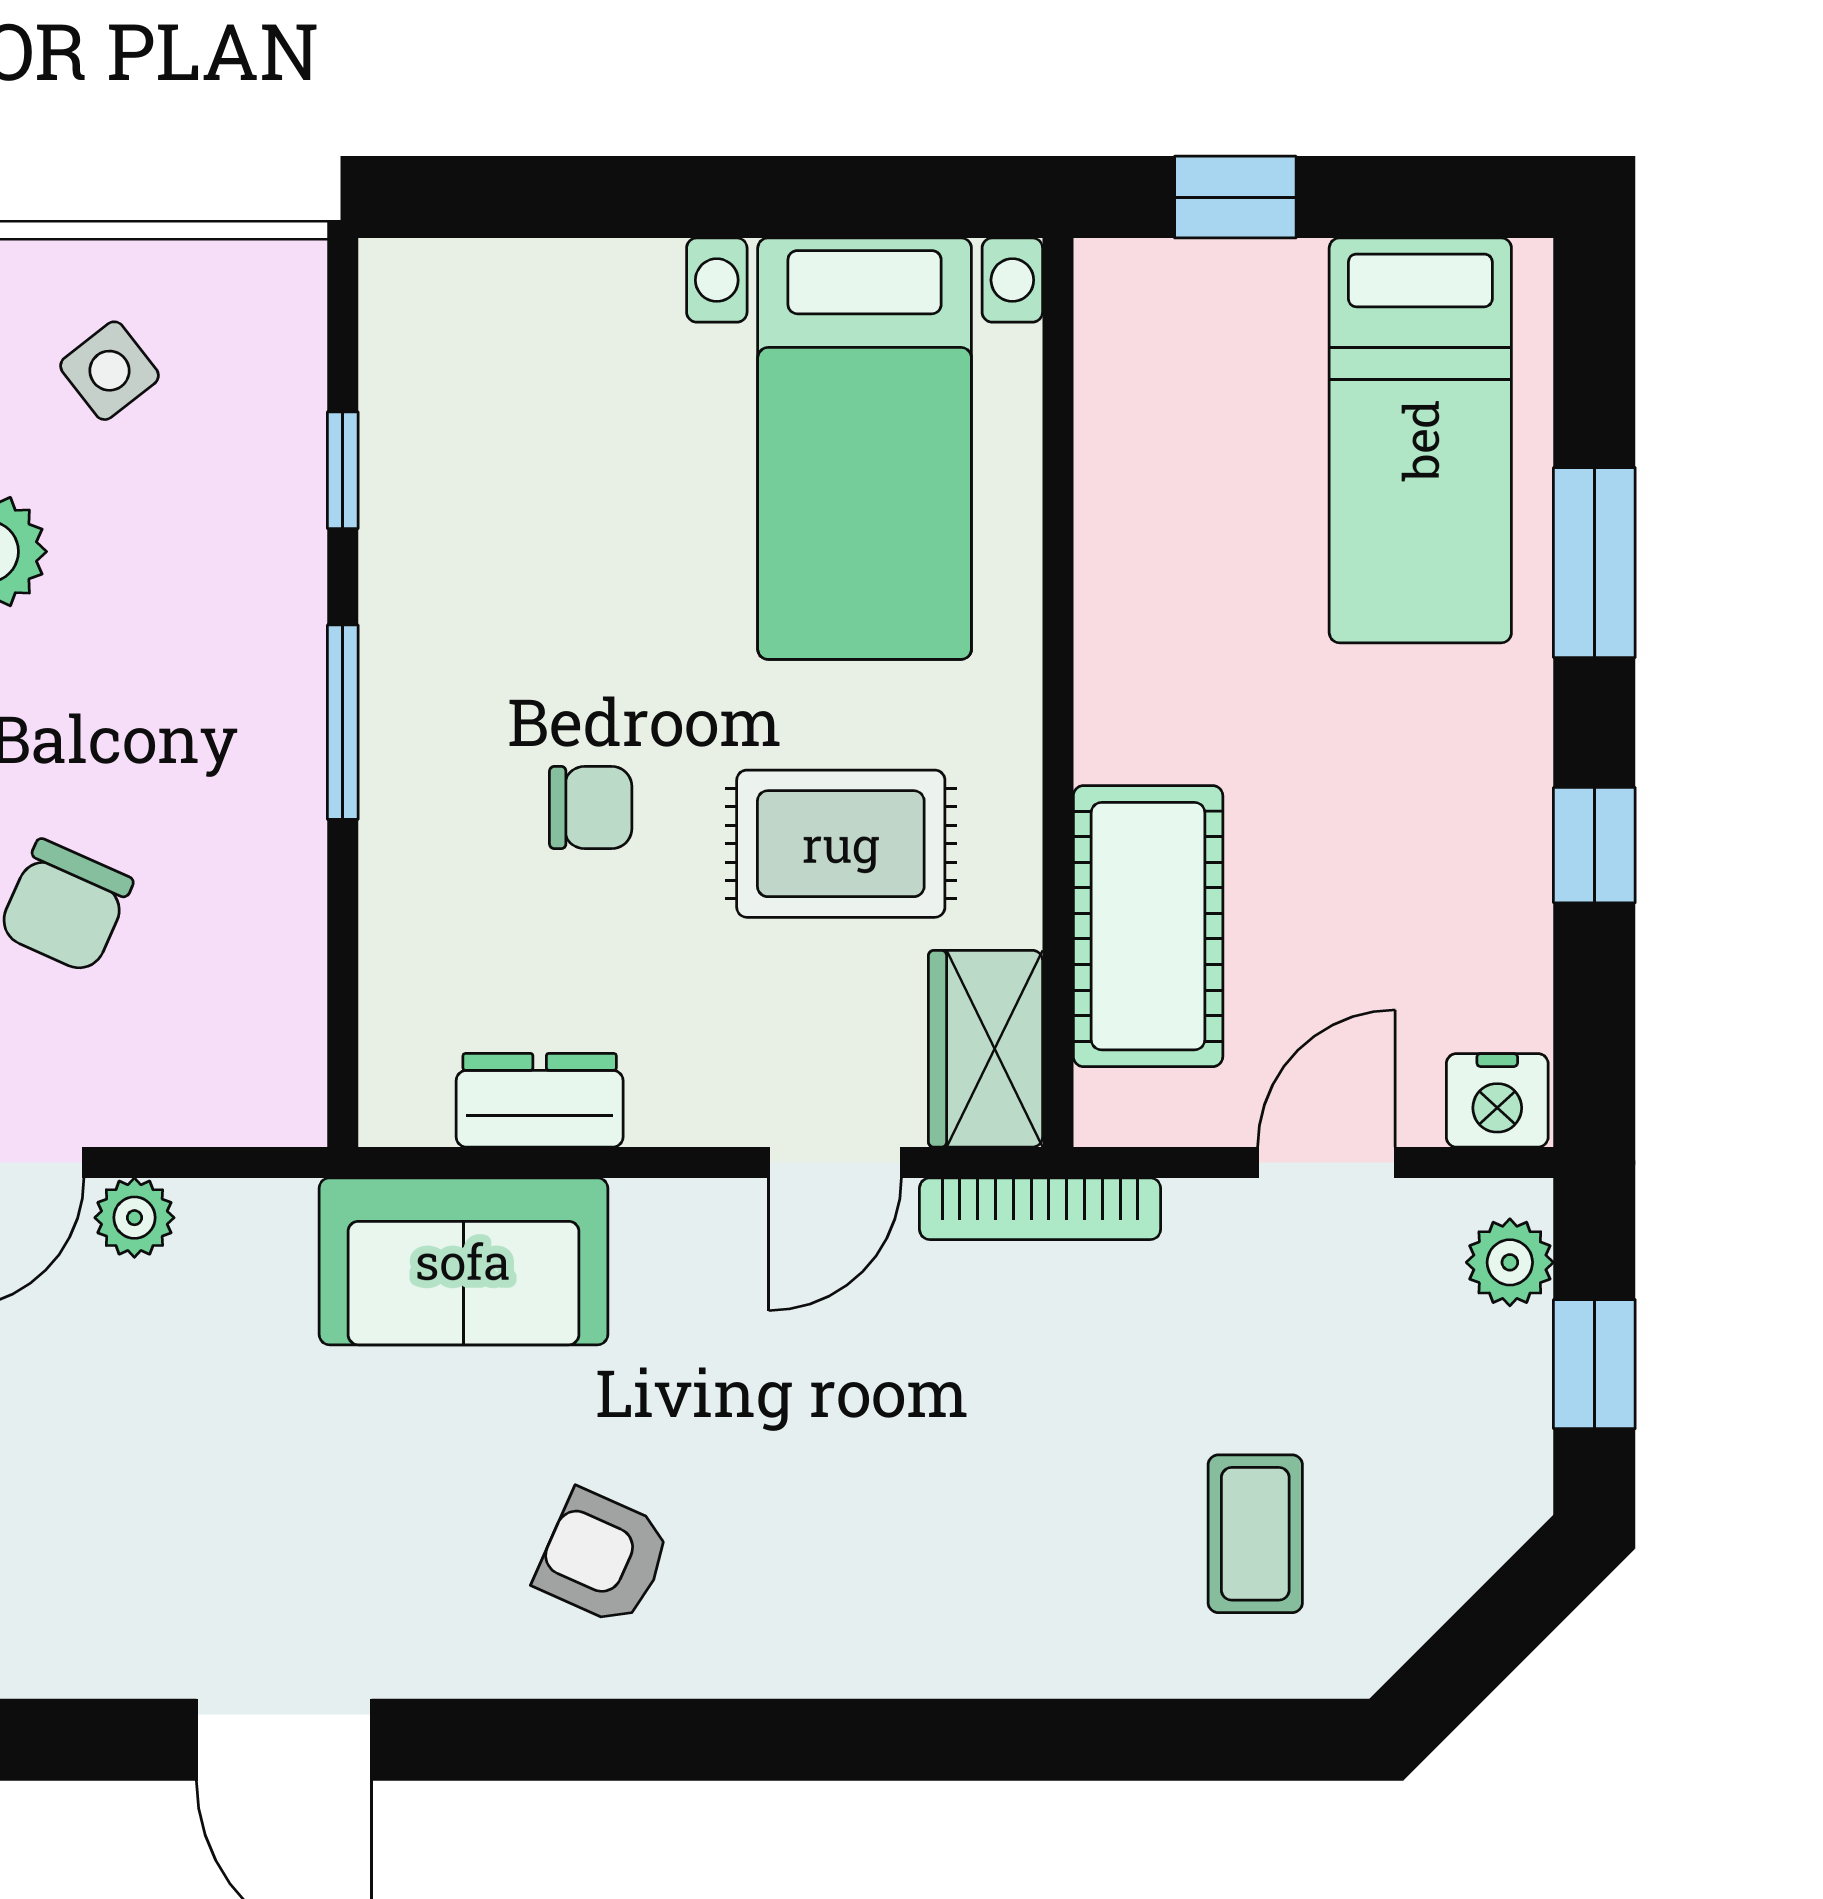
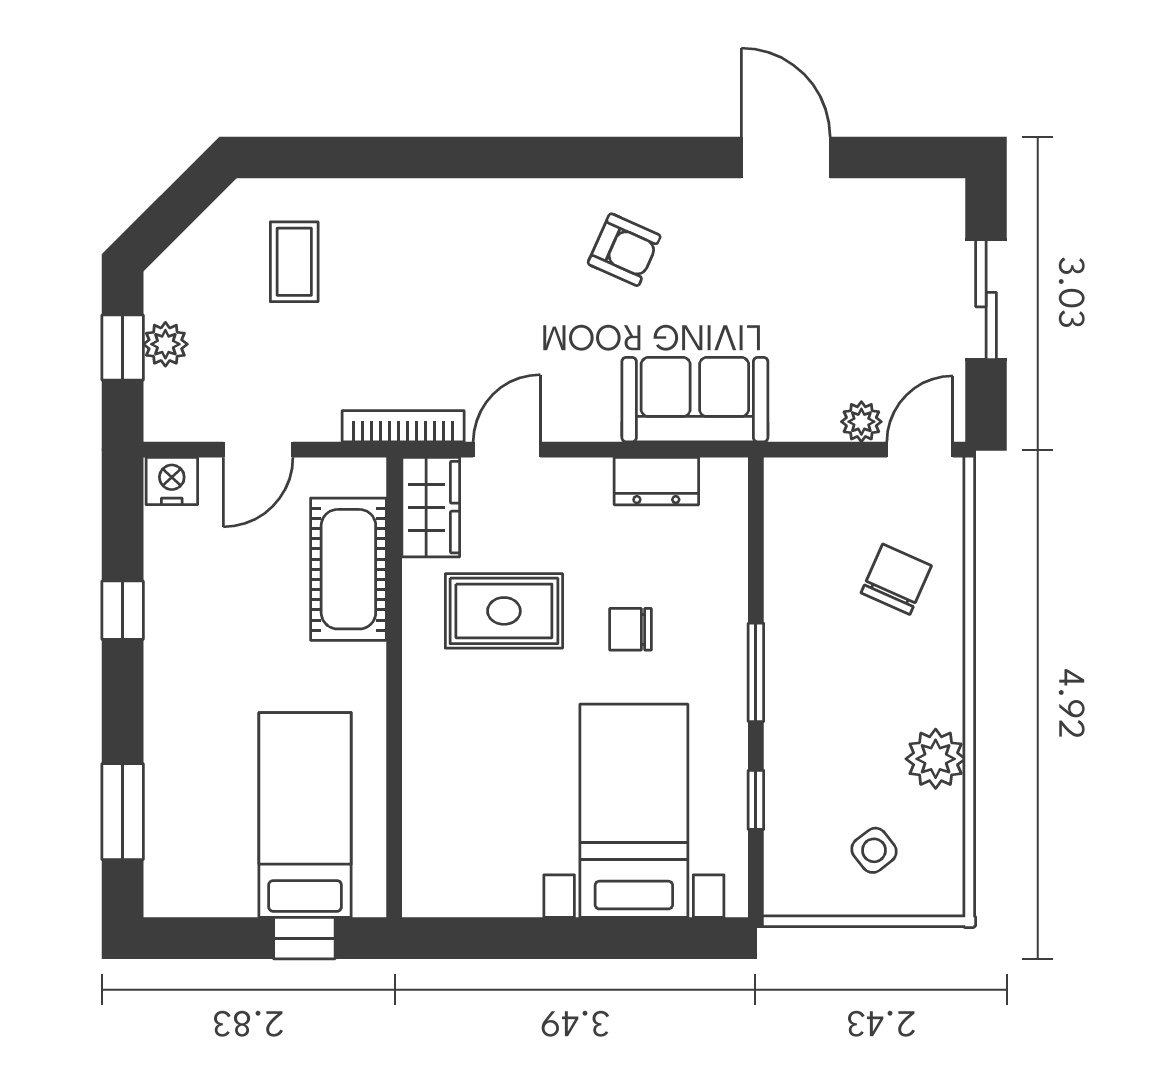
bed: (1420, 440) -> (305, 815), moved
bed with nightstands: (865, 449) -> (634, 811), moved
window: (1594, 563) -> (123, 812), moved
plant: (1510, 1262) -> (165, 344), moved

